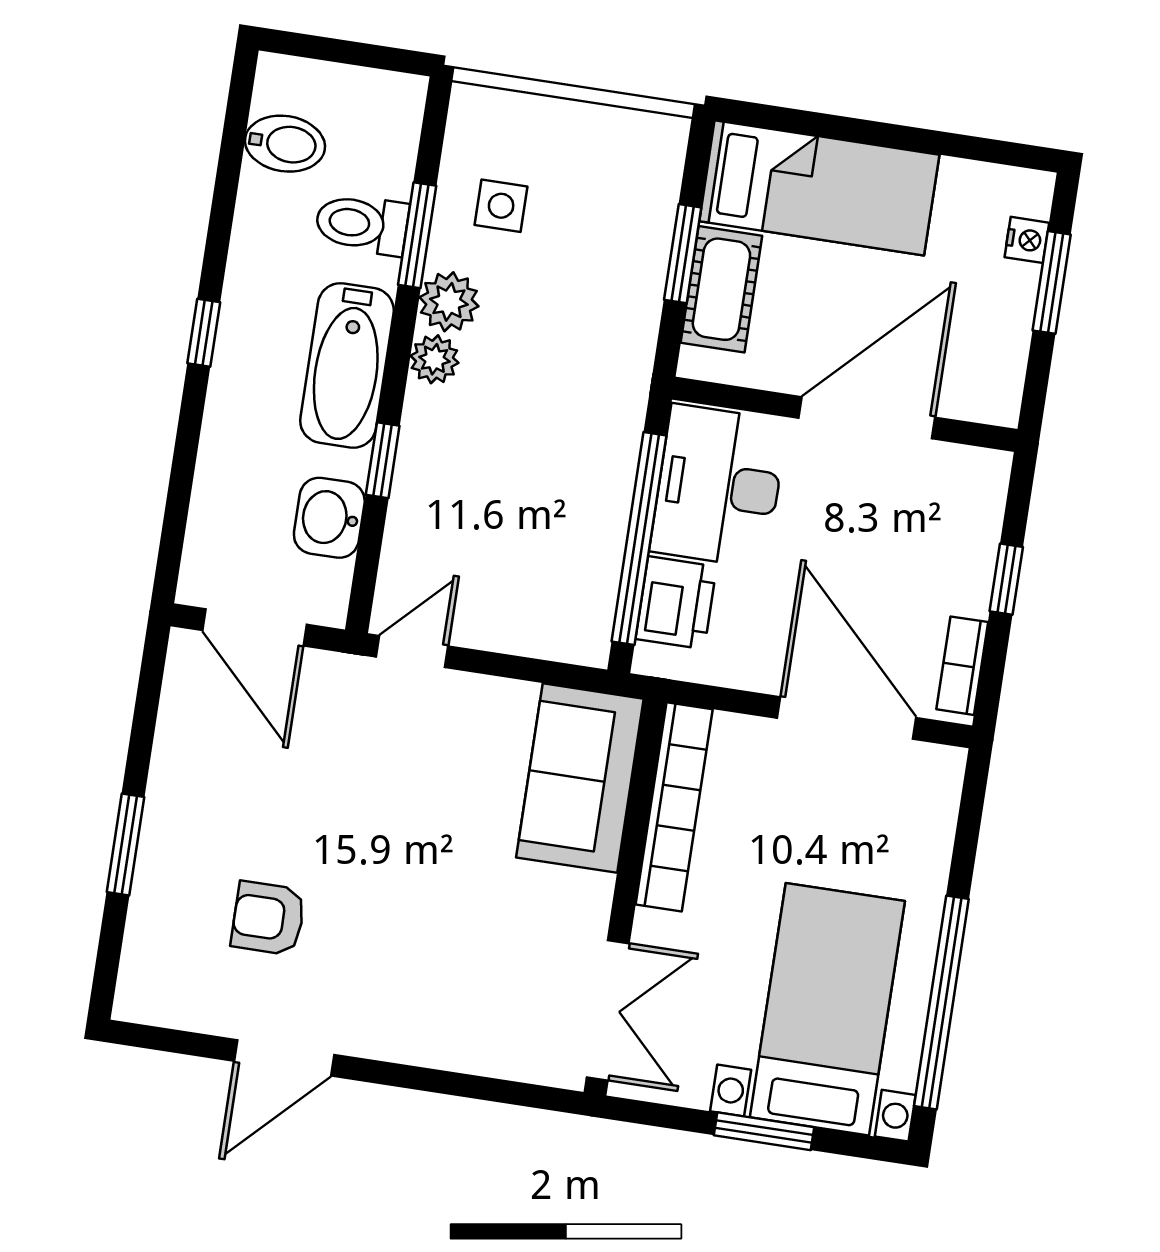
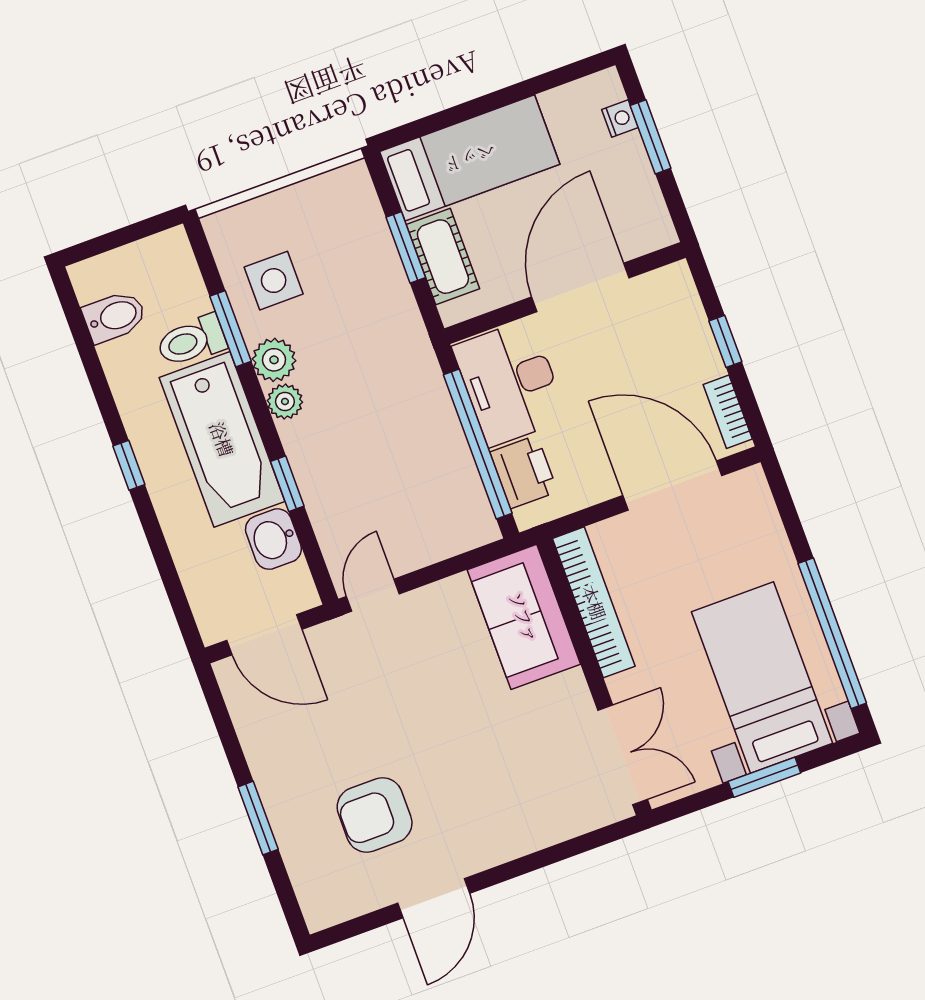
side table: (501, 206) -> (274, 281), width x1.37, depth x1.37
bathtub: (347, 365) -> (222, 439), width x1.36, depth x1.36
armchair: (268, 918) -> (375, 815), width x1.38, depth x1.38

